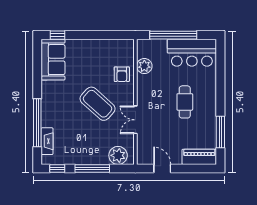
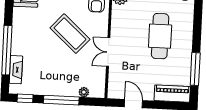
cafe table: (185, 102) -> (160, 36), width x1.37, depth x1.35
plant: (118, 155) -> (84, 92), width x0.53, depth x0.53

